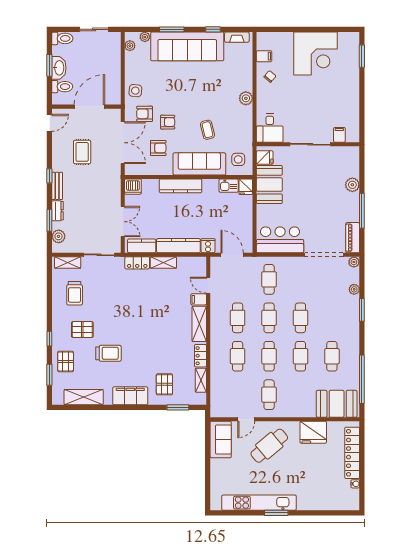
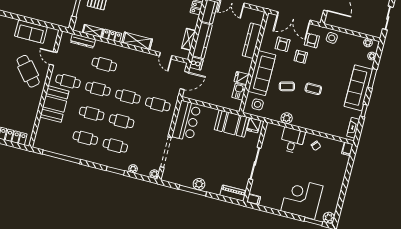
plant: (353, 39) -> (329, 218), added
sofa: (187, 46) -> (358, 88), width x0.74, depth x0.79
corner desk: (315, 54) -> (302, 198), moved, turned 90
filing cabinet: (264, 56) -> (347, 149), moved
coffee table: (202, 97) -> (313, 89), added
plant: (246, 98) -> (287, 118), moved
desk: (270, 128) -> (292, 140), moved, turned 90
filing cabinet: (339, 135) -> (254, 199), moved
plant: (352, 185) -> (199, 184), moved
kitchen counter: (181, 186) -> (252, 41), moved
dishwasher: (133, 187) -> (257, 17), removed
fridge: (246, 187) -> (242, 78), moved
piano: (353, 238) -> (233, 193), moved
shelving: (163, 263) -> (189, 39), moved
door: (208, 285) -> (166, 56), swing flipped
filing cabinet: (199, 299) -> (156, 45), removed
cafe table: (238, 318) -> (115, 146), moved
dresser: (216, 389) -> (83, 41), added
booth: (337, 404) -> (55, 104), moved
fridge: (313, 432) -> (30, 108), removed
sofa: (221, 439) -> (31, 32), moved

